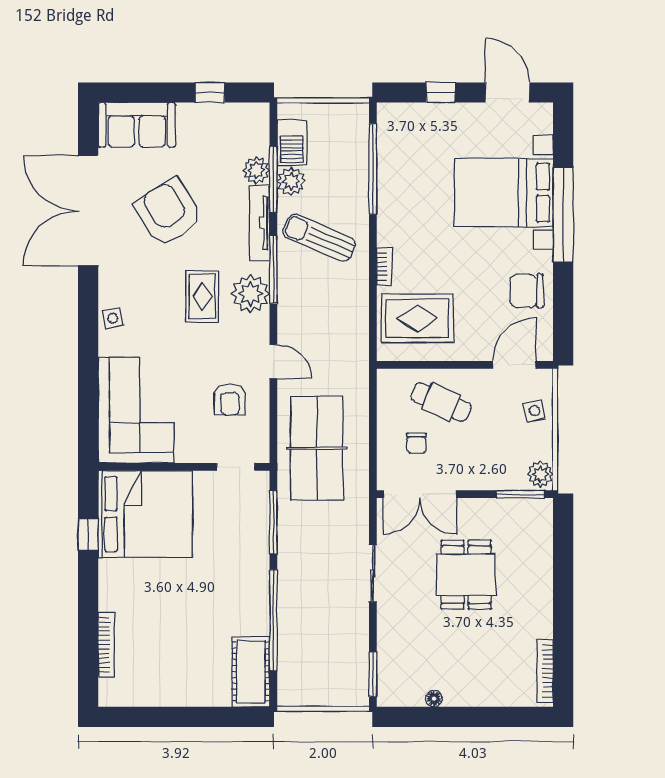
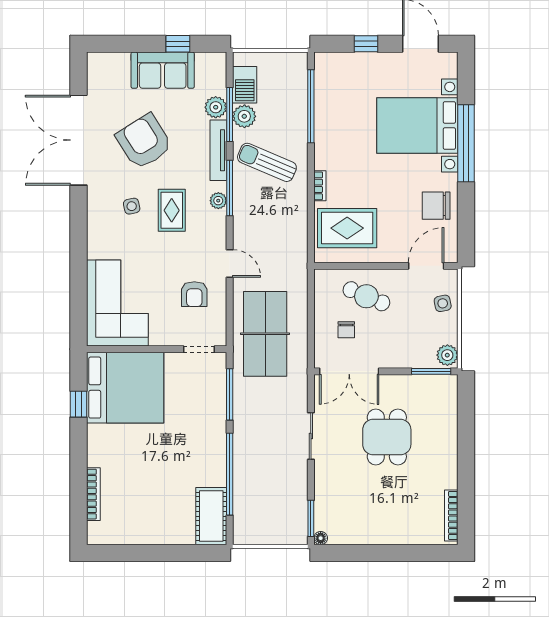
sofa: (137, 125) -> (163, 70), moved
plant: (250, 294) -> (218, 201), width x0.53, depth x0.53
side table: (113, 318) -> (132, 206), moved
floor lamp: (434, 699) -> (321, 538), moved

